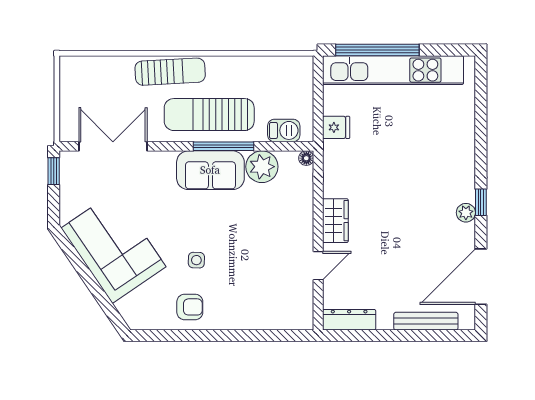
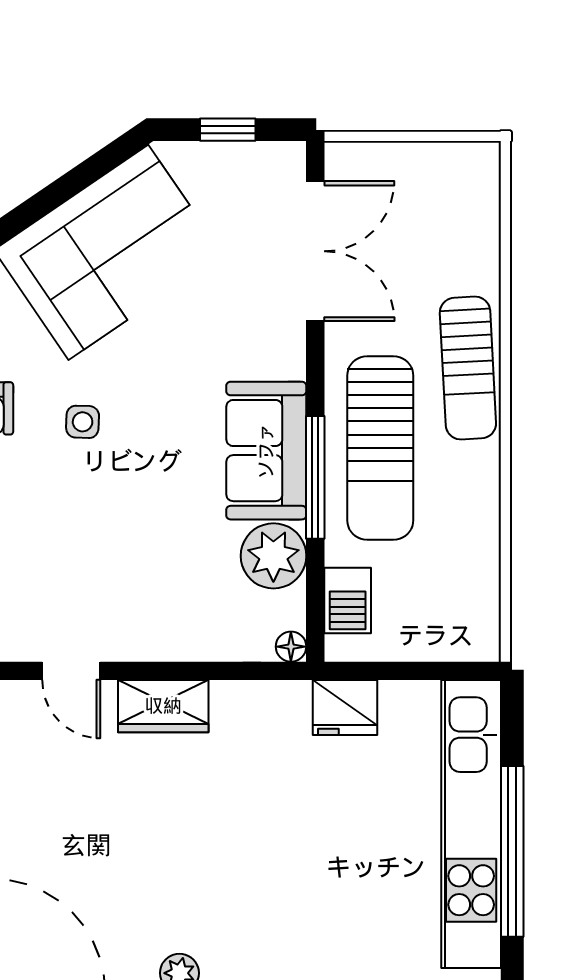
window: (377, 50) -> (512, 851), moved
sun lounger: (209, 115) -> (380, 448), turned 180
fridge: (336, 127) -> (345, 708), width x1.38
window: (54, 171) -> (228, 130), moved

